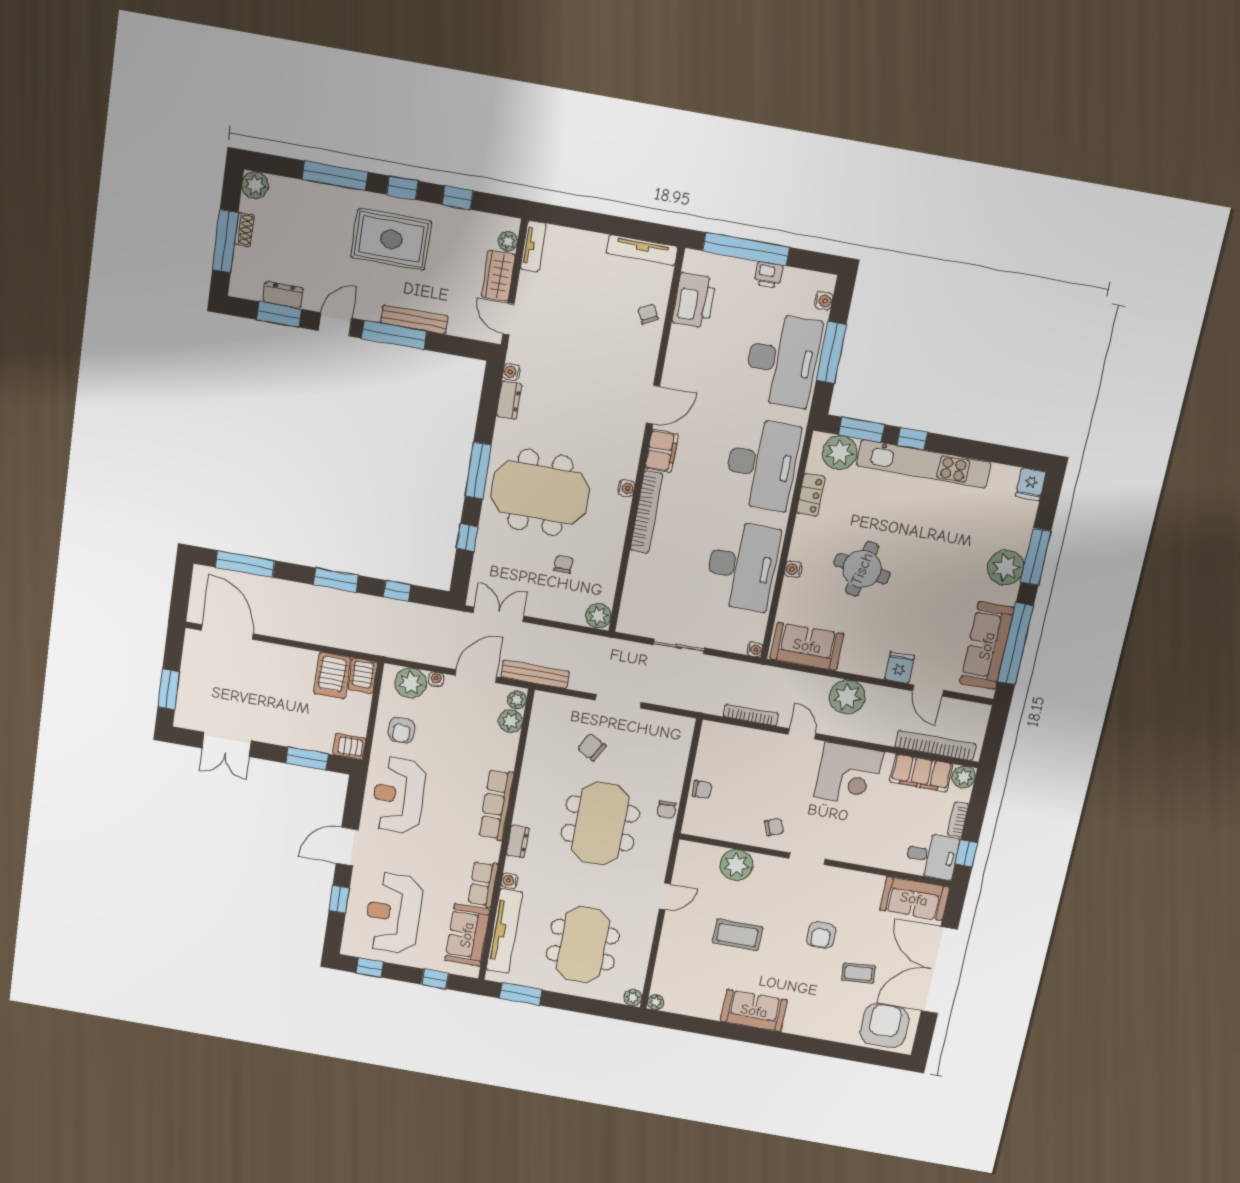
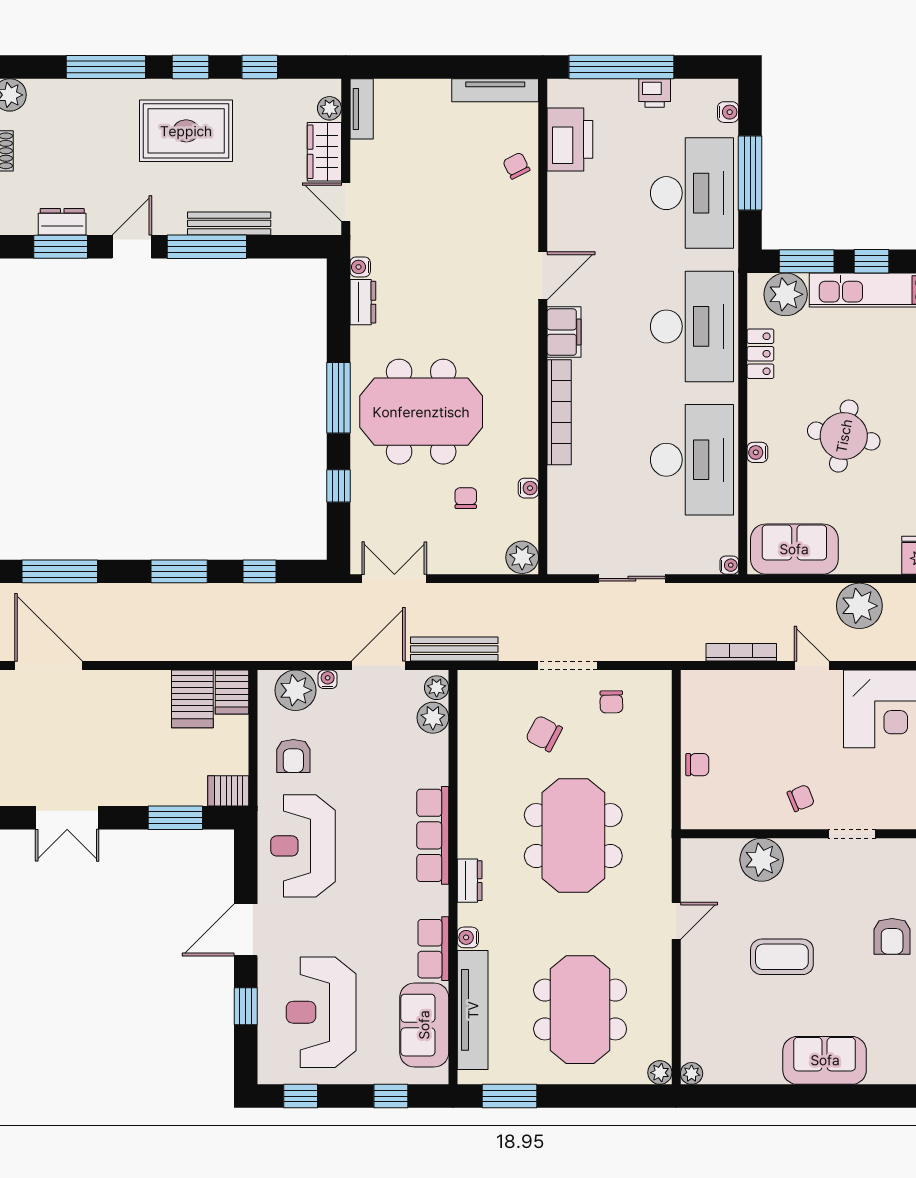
water cooler: (626, 488) -> (528, 488), moved
chair: (666, 810) -> (611, 702), moved

